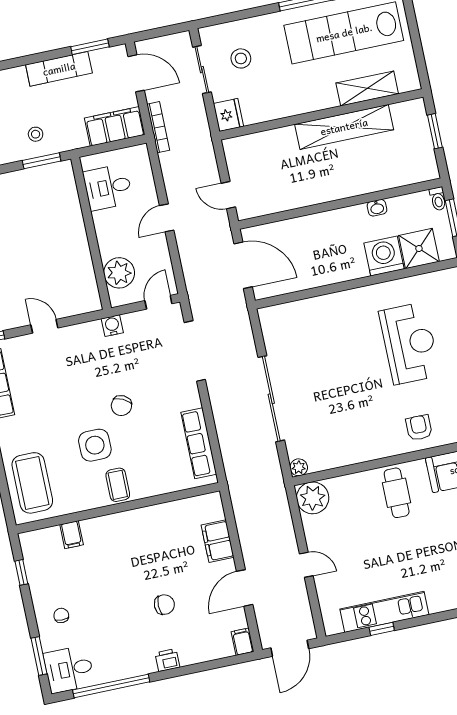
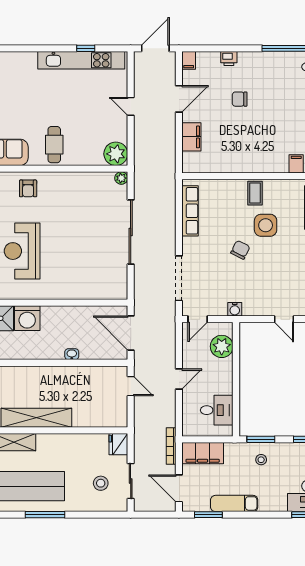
washbasin: (377, 208) -> (72, 354), moved
kitchen unit: (384, 612) -> (81, 60), width x1.36
printer: (167, 660) -> (229, 58), moved

